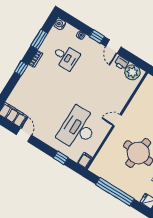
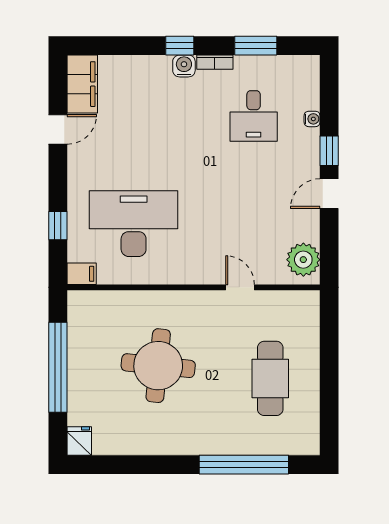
water cooler: (60, 24) -> (184, 66), moved
printer: (122, 63) -> (308, 228), removed
door: (117, 120) -> (240, 287), moved

